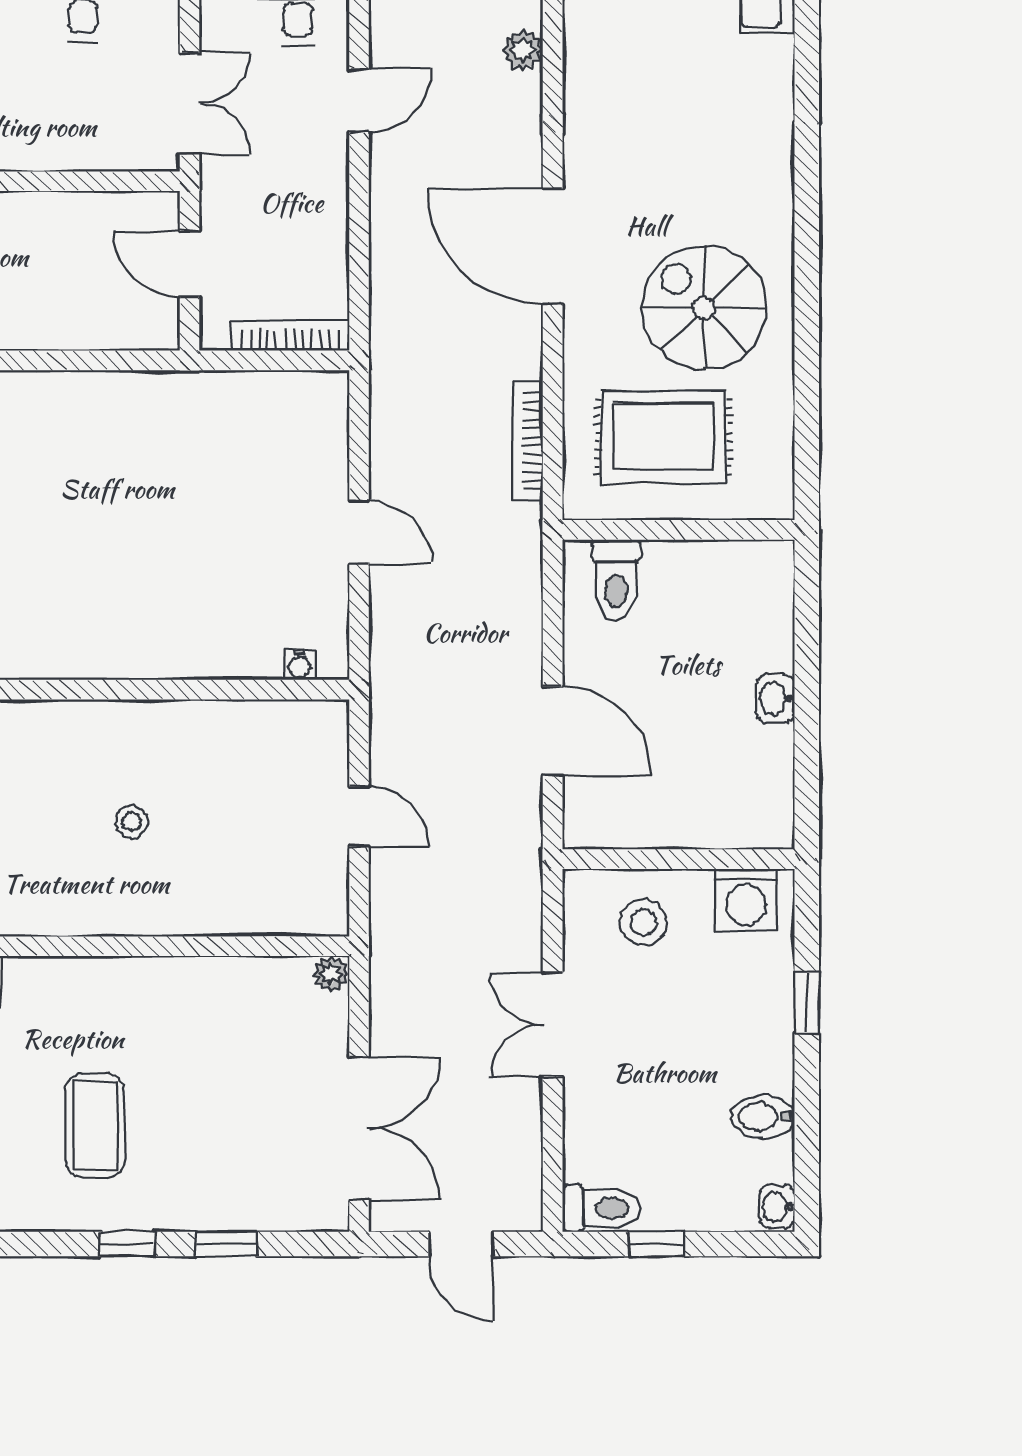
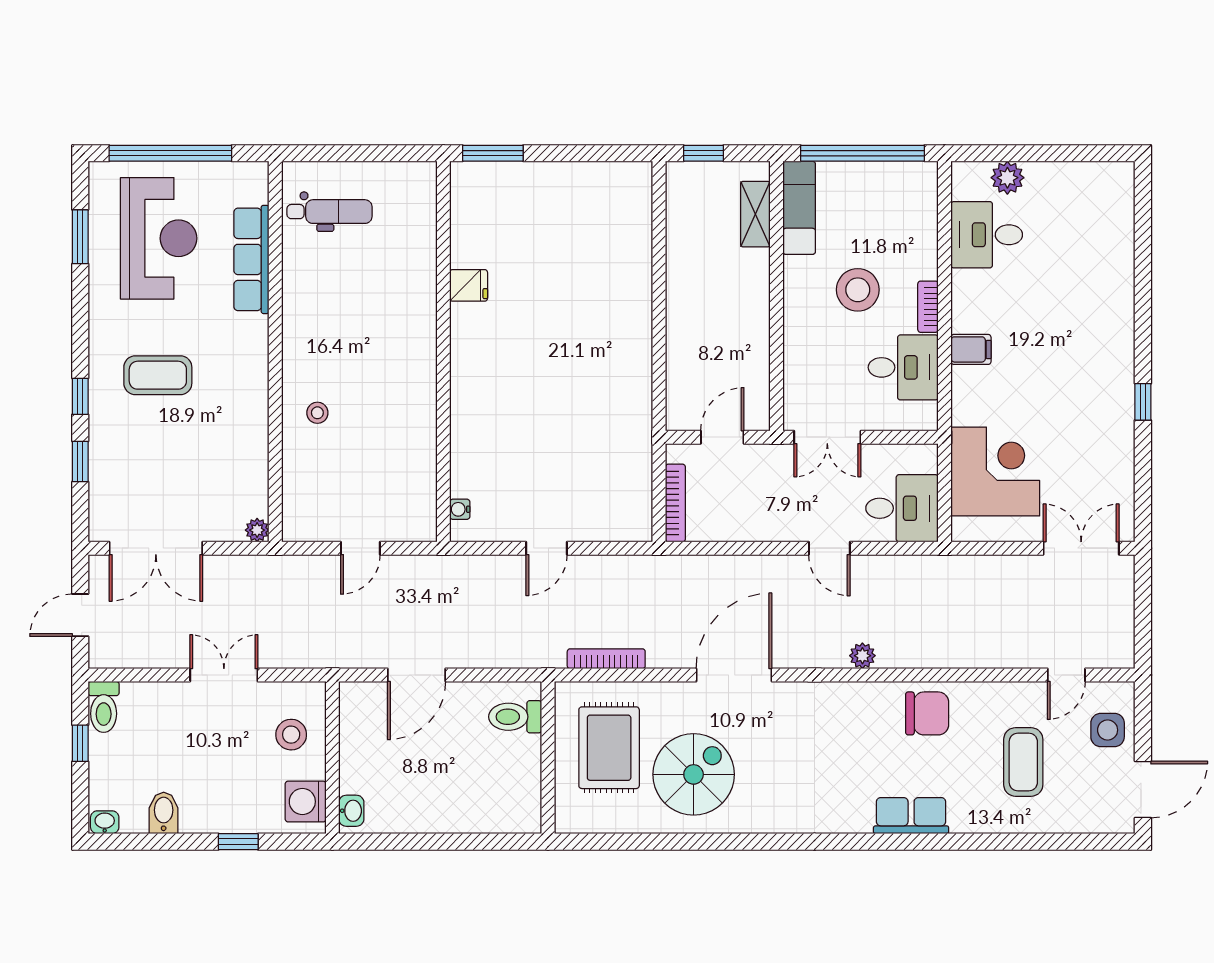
washbasin: (775, 698) -> (351, 811), moved, turned 90
stool: (132, 822) -> (317, 413), moved

